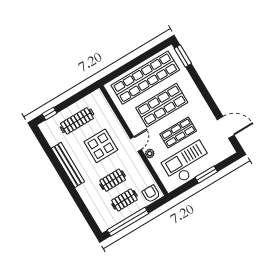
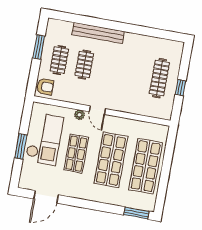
shop shelf: (145, 78) -> (146, 166), width x0.71
window: (50, 114) -> (181, 88), moved
display table: (101, 146) -> (121, 80), removed
bench: (68, 165) -> (98, 33), moved
window: (128, 222) -> (39, 47), width x0.47

